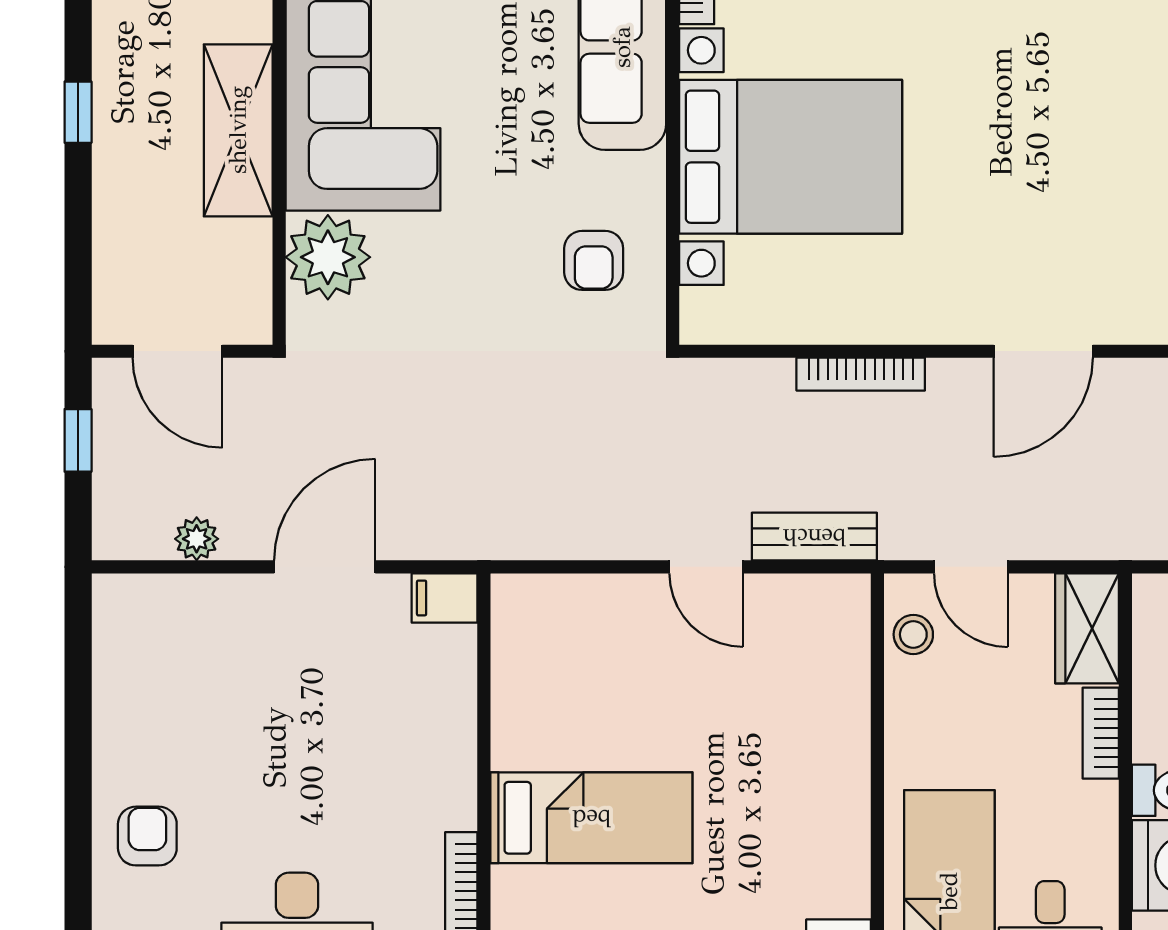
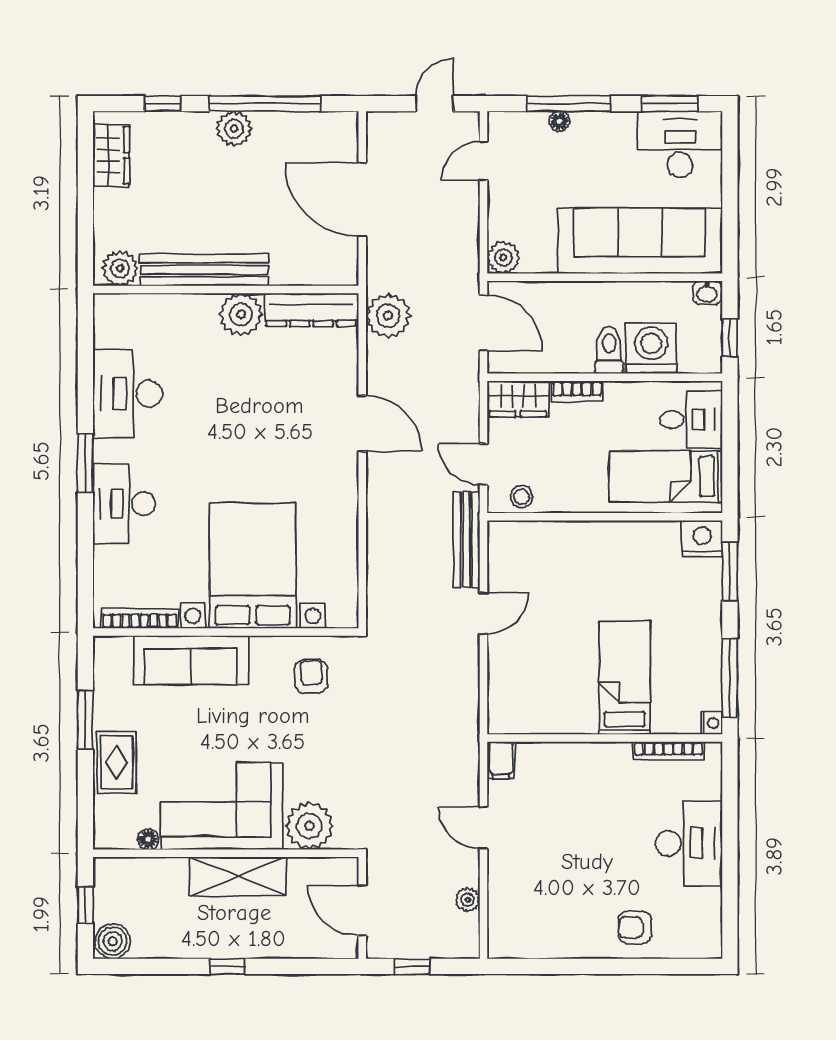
armchair: (594, 260) -> (311, 676), turned -90
door: (178, 351) -> (362, 910), swing flipped
bookcase: (861, 374) -> (375, 526), removed
bench: (814, 537) -> (466, 539), width x1.36
door: (325, 567) -> (483, 828), width x0.73
door: (971, 567) -> (483, 464), swing flipped

